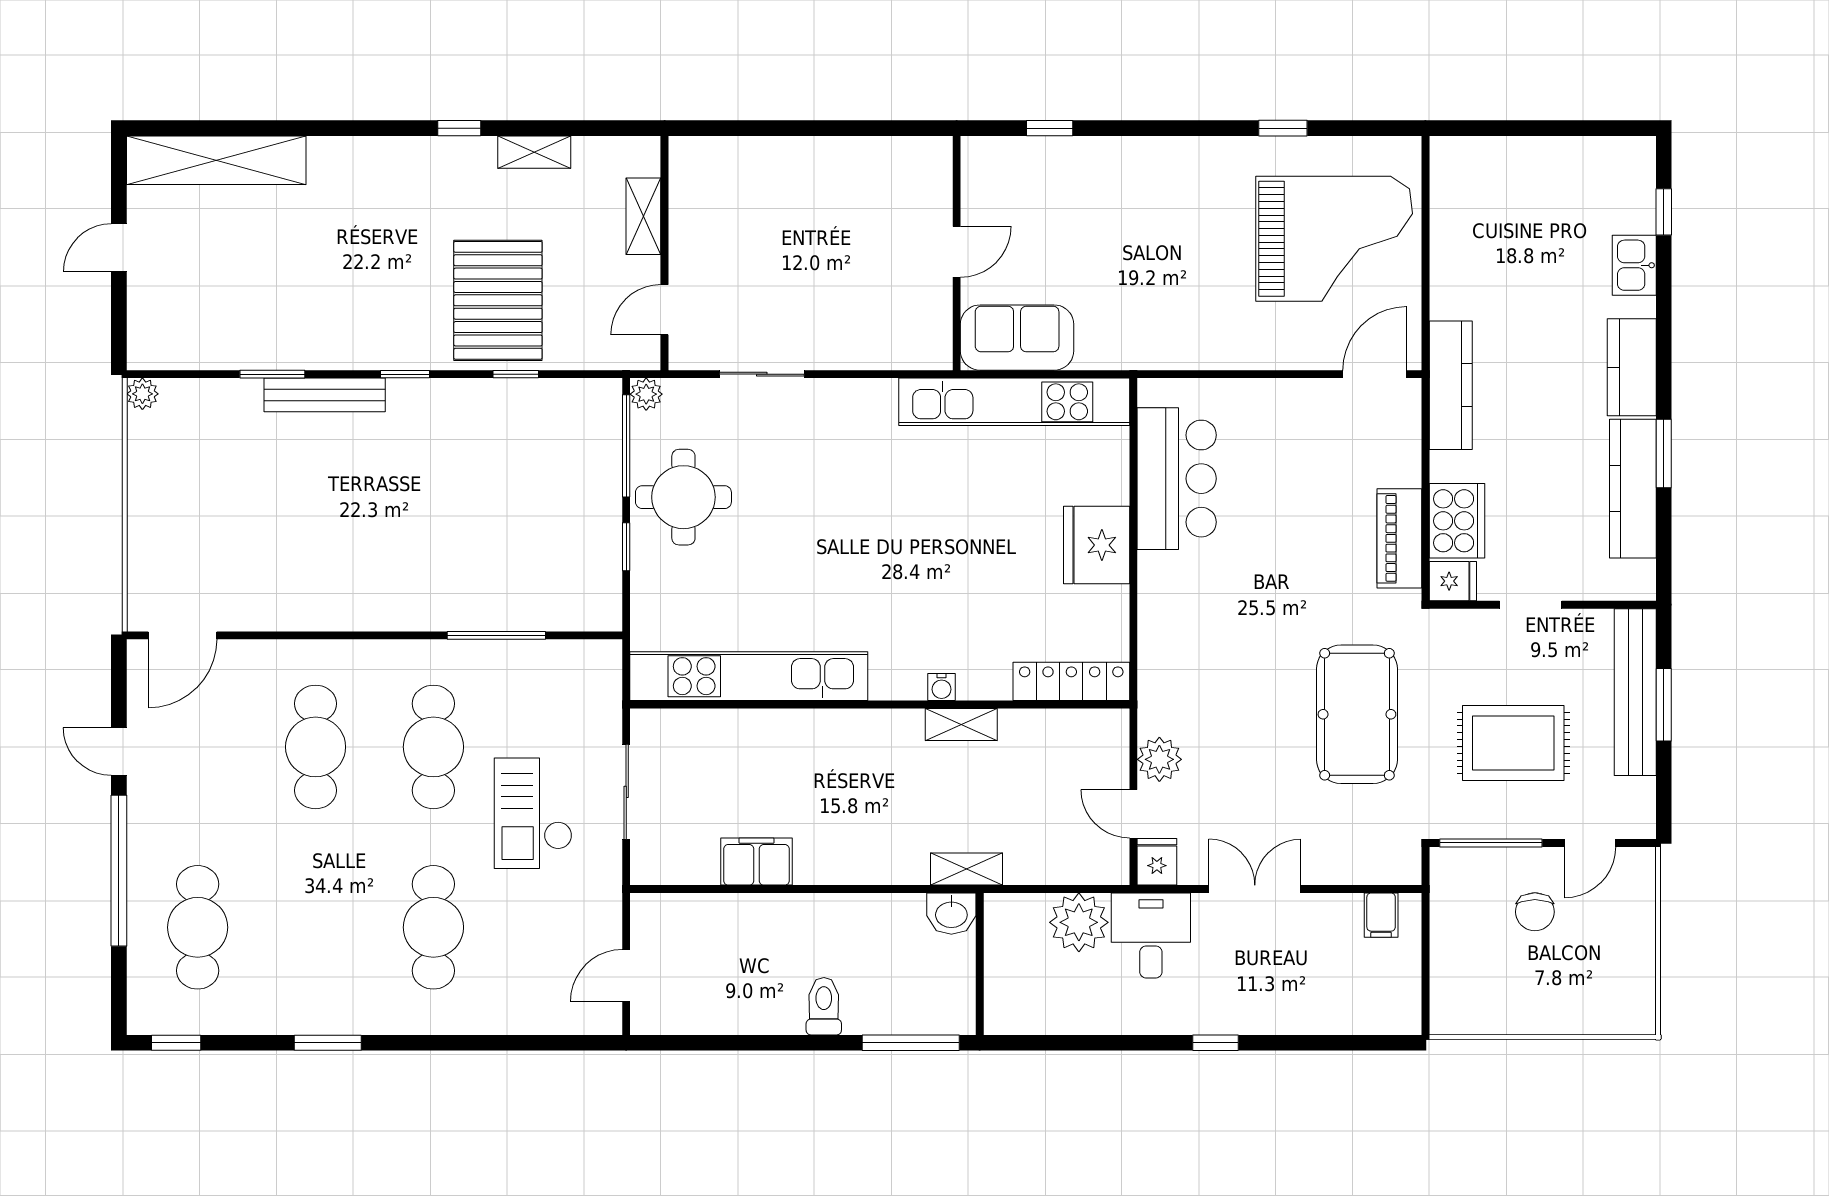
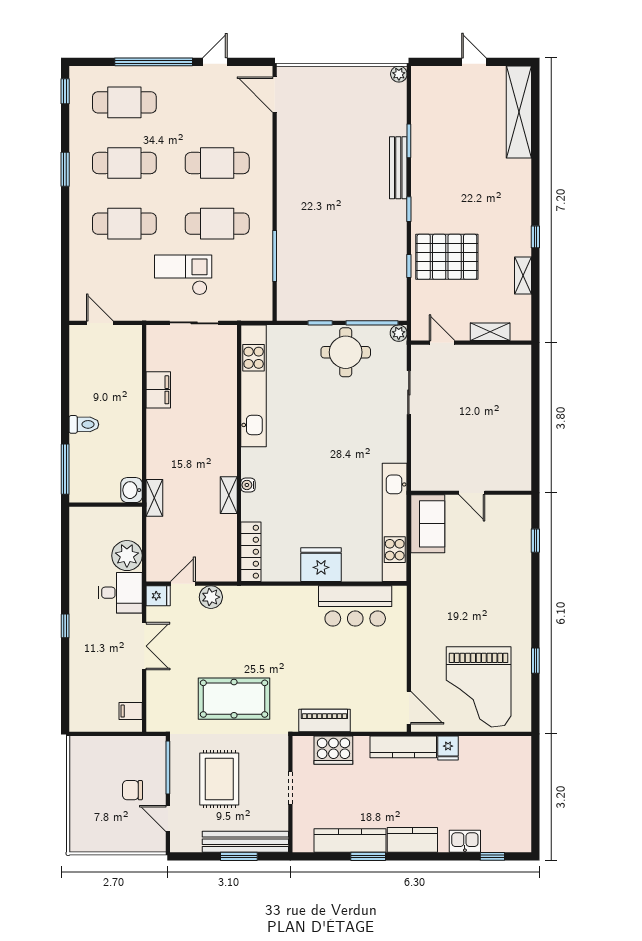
fridge: (1453, 581) -> (448, 748), moved
cafe table: (316, 927) -> (124, 163), added

